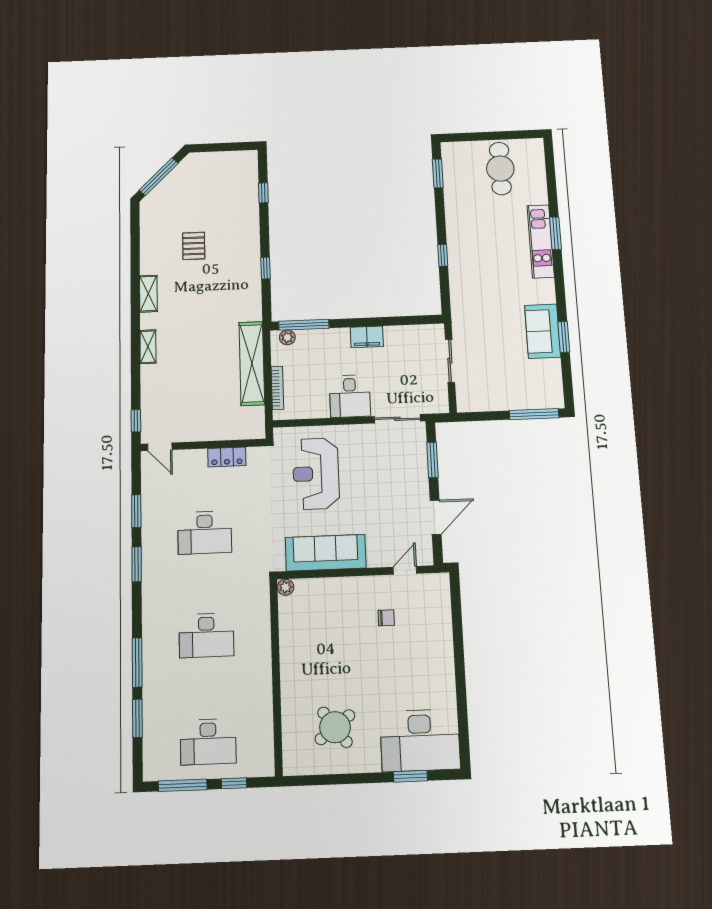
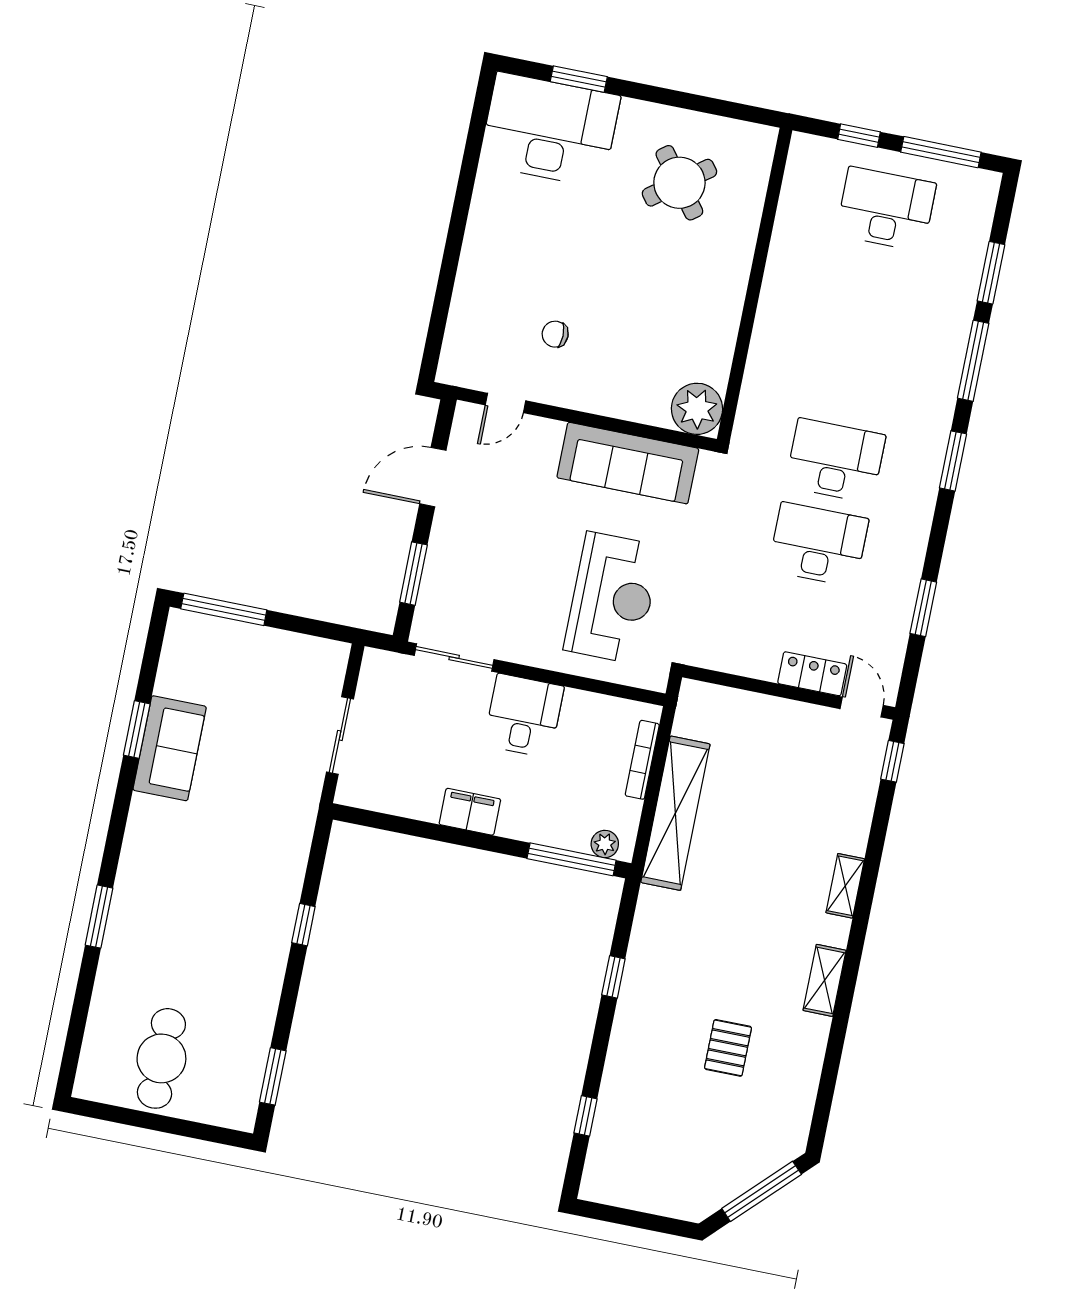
kitchen unit: (541, 241) -> (128, 908), removed
locker: (227, 457) -> (812, 674), moved
window: (137, 564) -> (953, 461), moved
plant: (286, 587) -> (697, 409), width x1.87, depth x1.87
desk: (206, 635) -> (835, 461), moved

